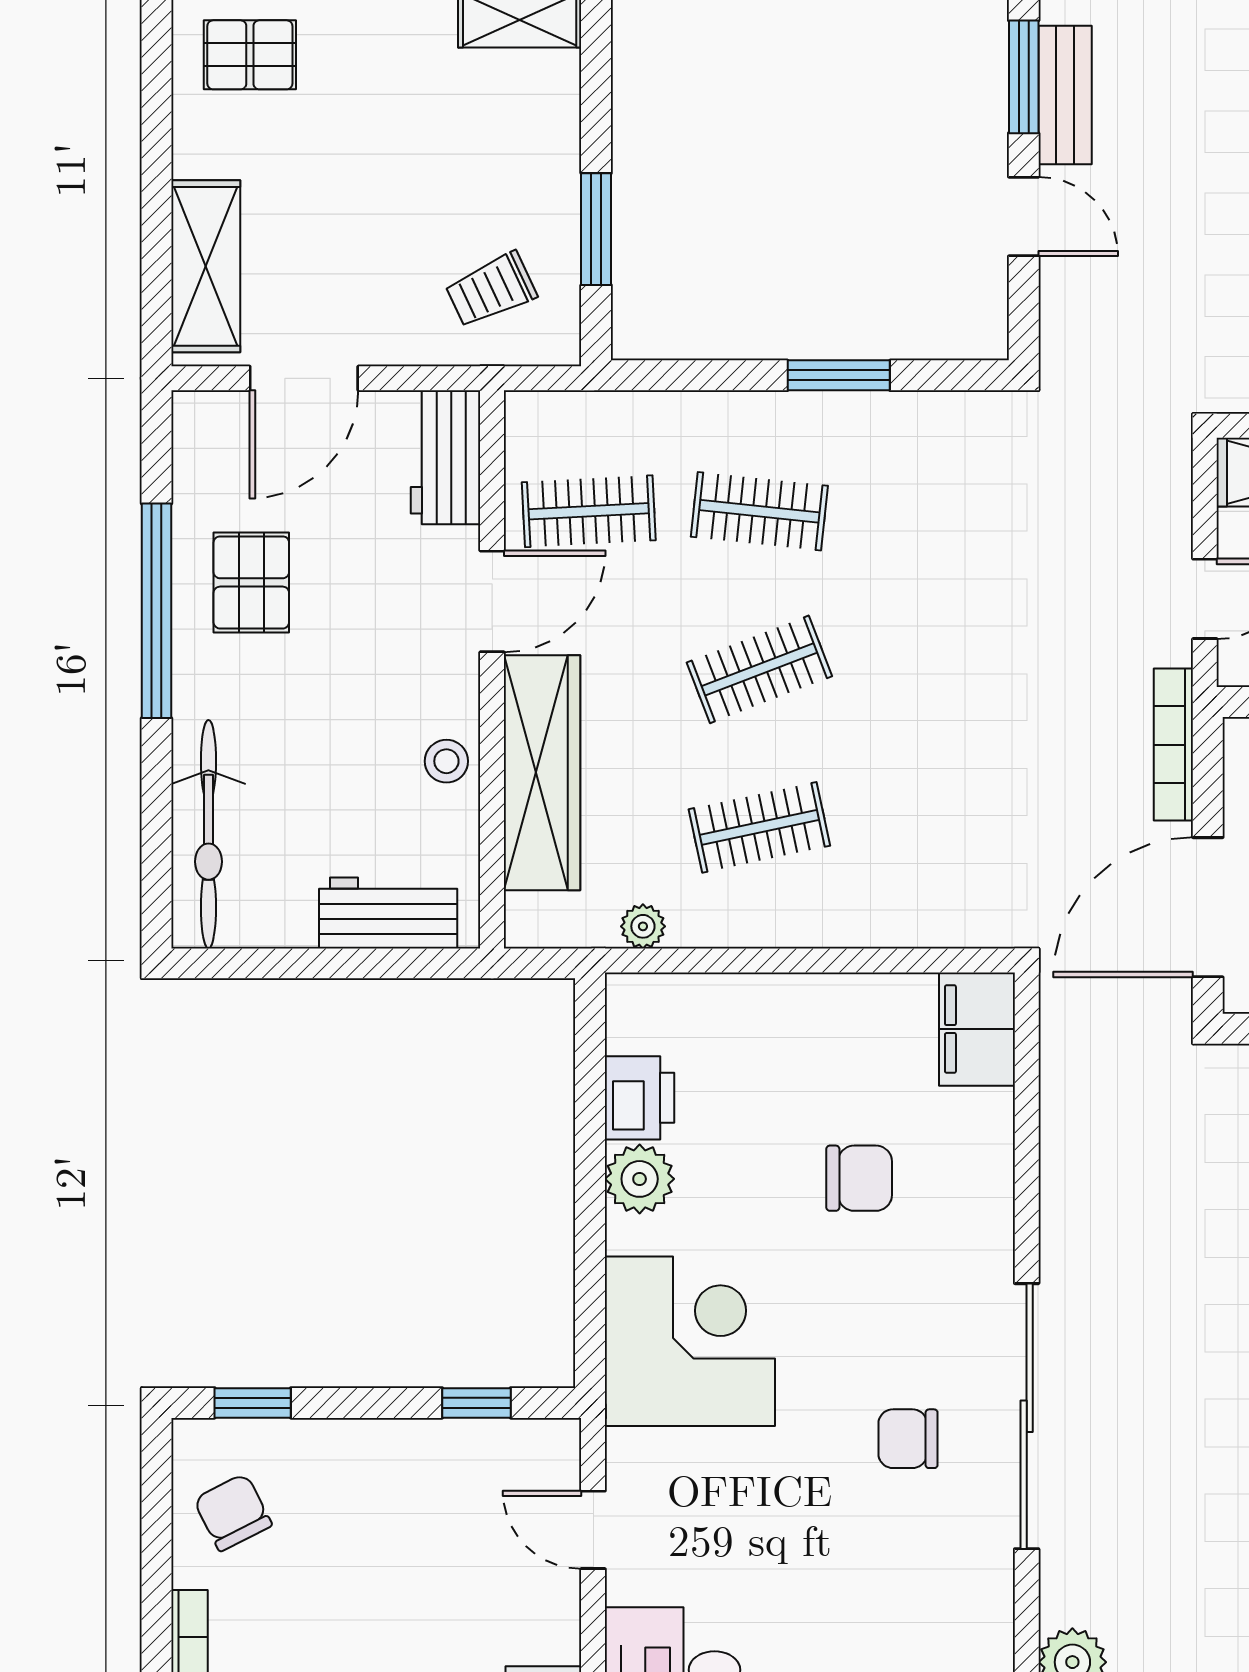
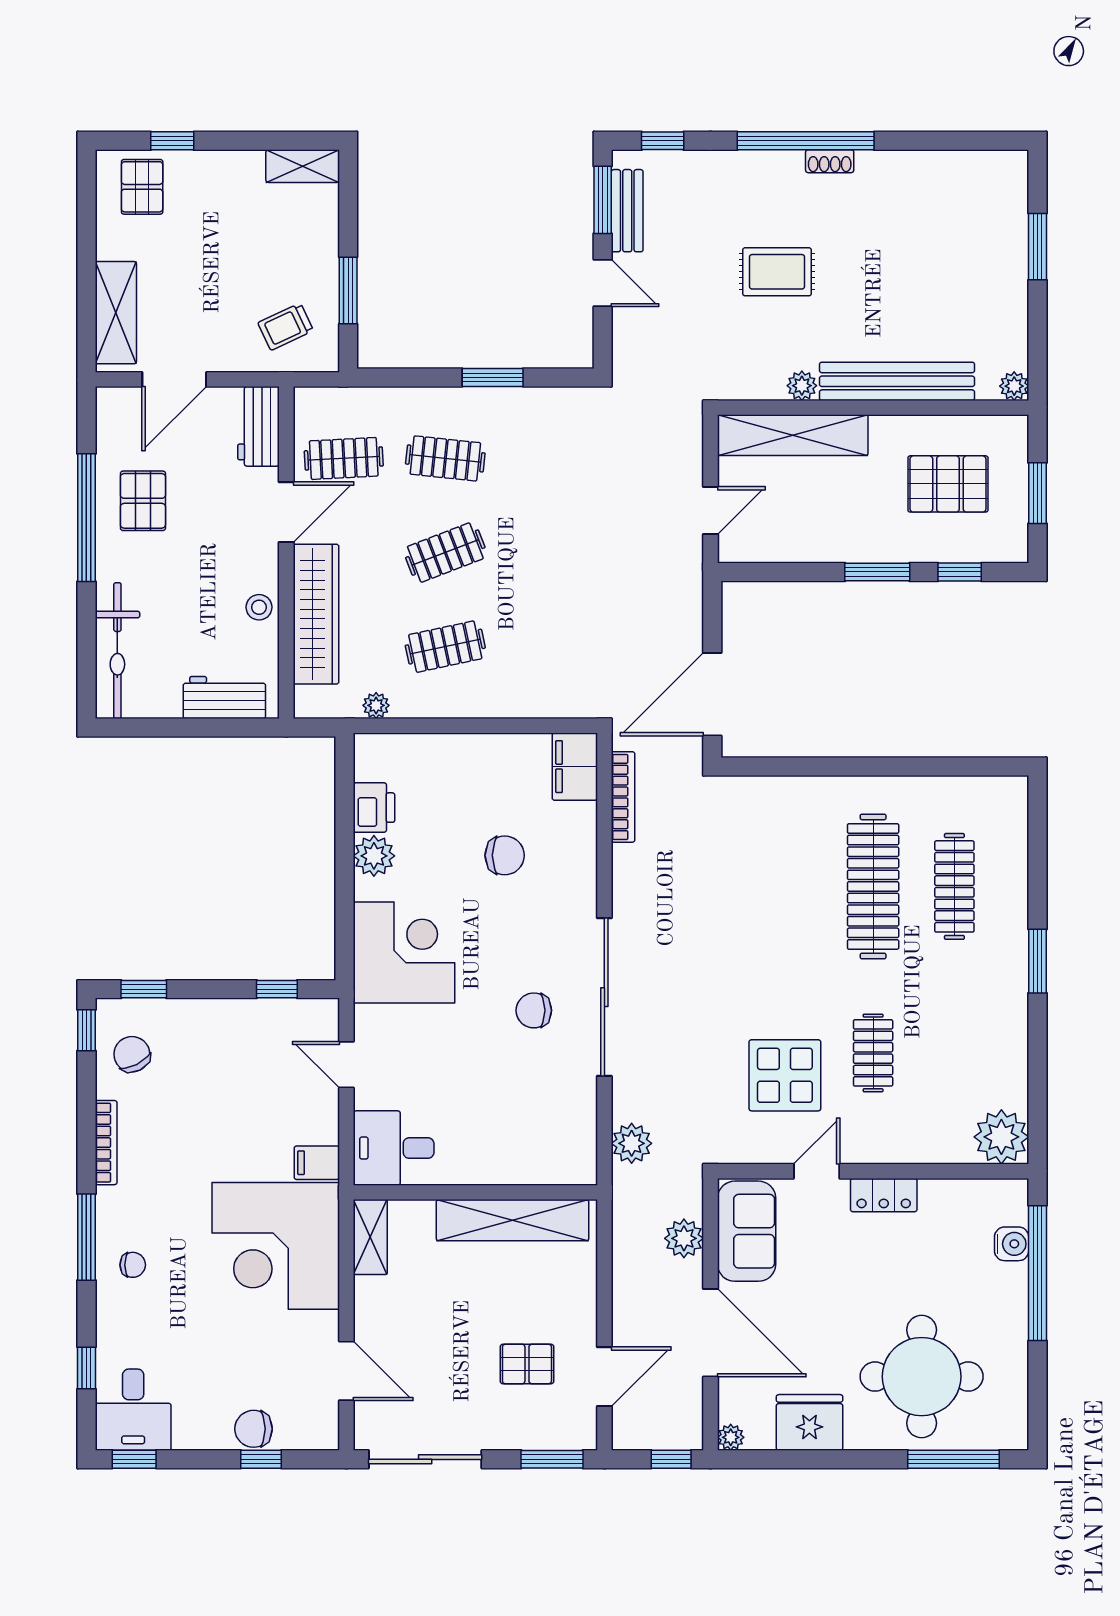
pallet: (250, 55) -> (142, 187), turned 90
bookcase: (1173, 745) -> (623, 797), moved, turned 180
window: (156, 1472) -> (86, 1030), added

